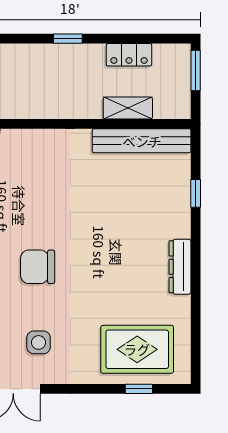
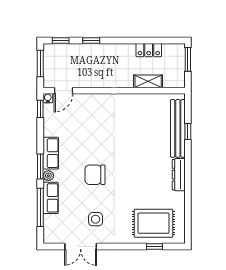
window: (68, 39) -> (91, 41), moved
bench: (142, 141) -> (178, 128), moved, turned 90

